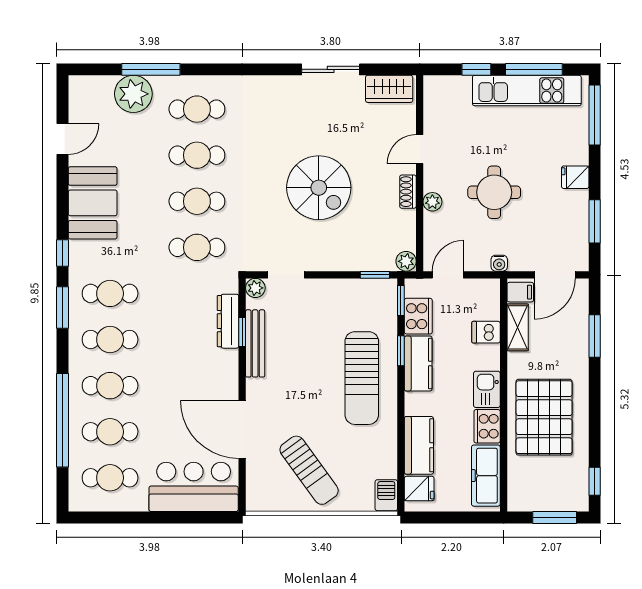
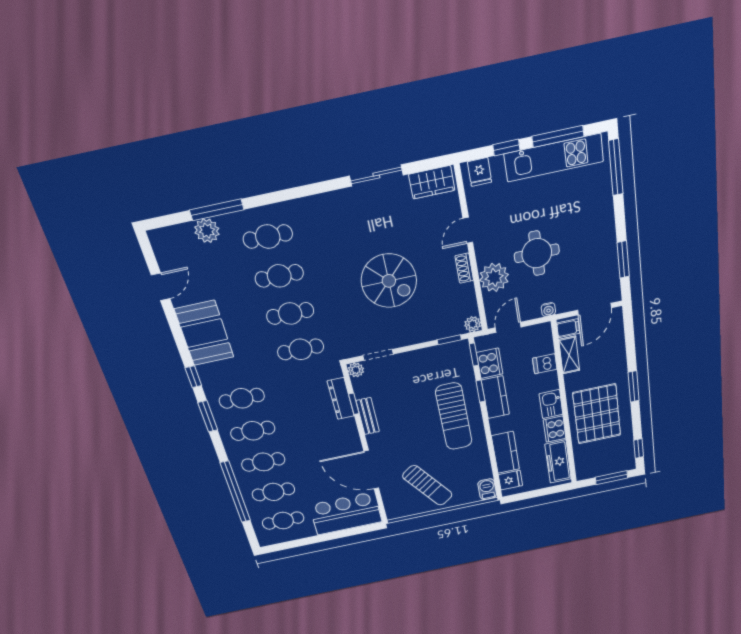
plant: (133, 94) -> (207, 231), width x0.73, depth x0.73
fridge: (575, 177) -> (480, 172), moved, turned -90
plant: (432, 202) -> (494, 277), width x1.88, depth x1.88
window: (595, 336) -> (634, 386), moved
bench: (255, 343) -> (368, 416), width x0.73

